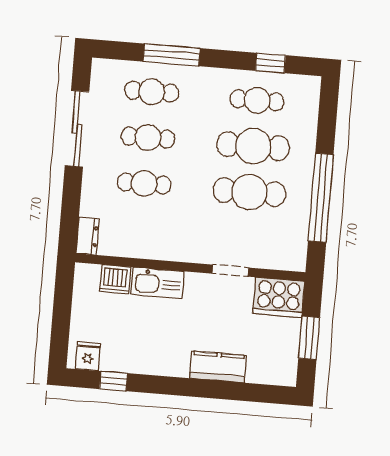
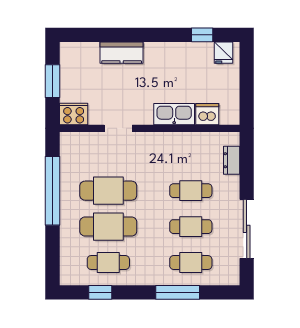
dresser: (87, 236) -> (232, 160), moved
cooker: (279, 297) -> (74, 114), width x0.73, depth x0.76

